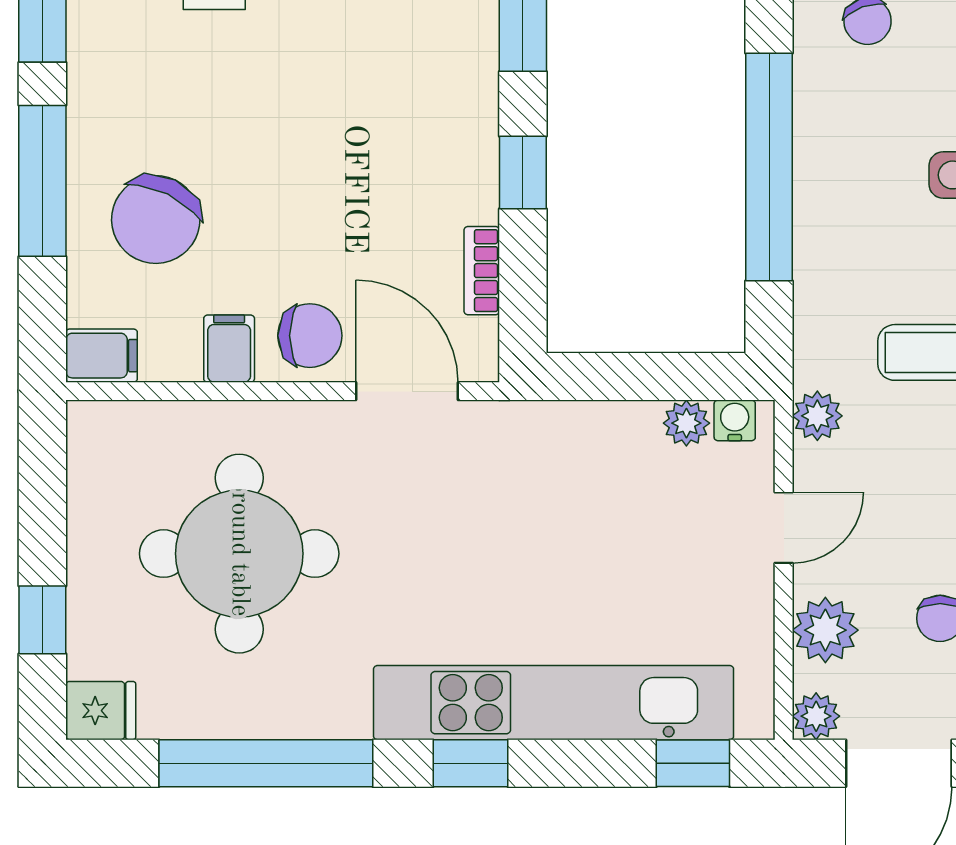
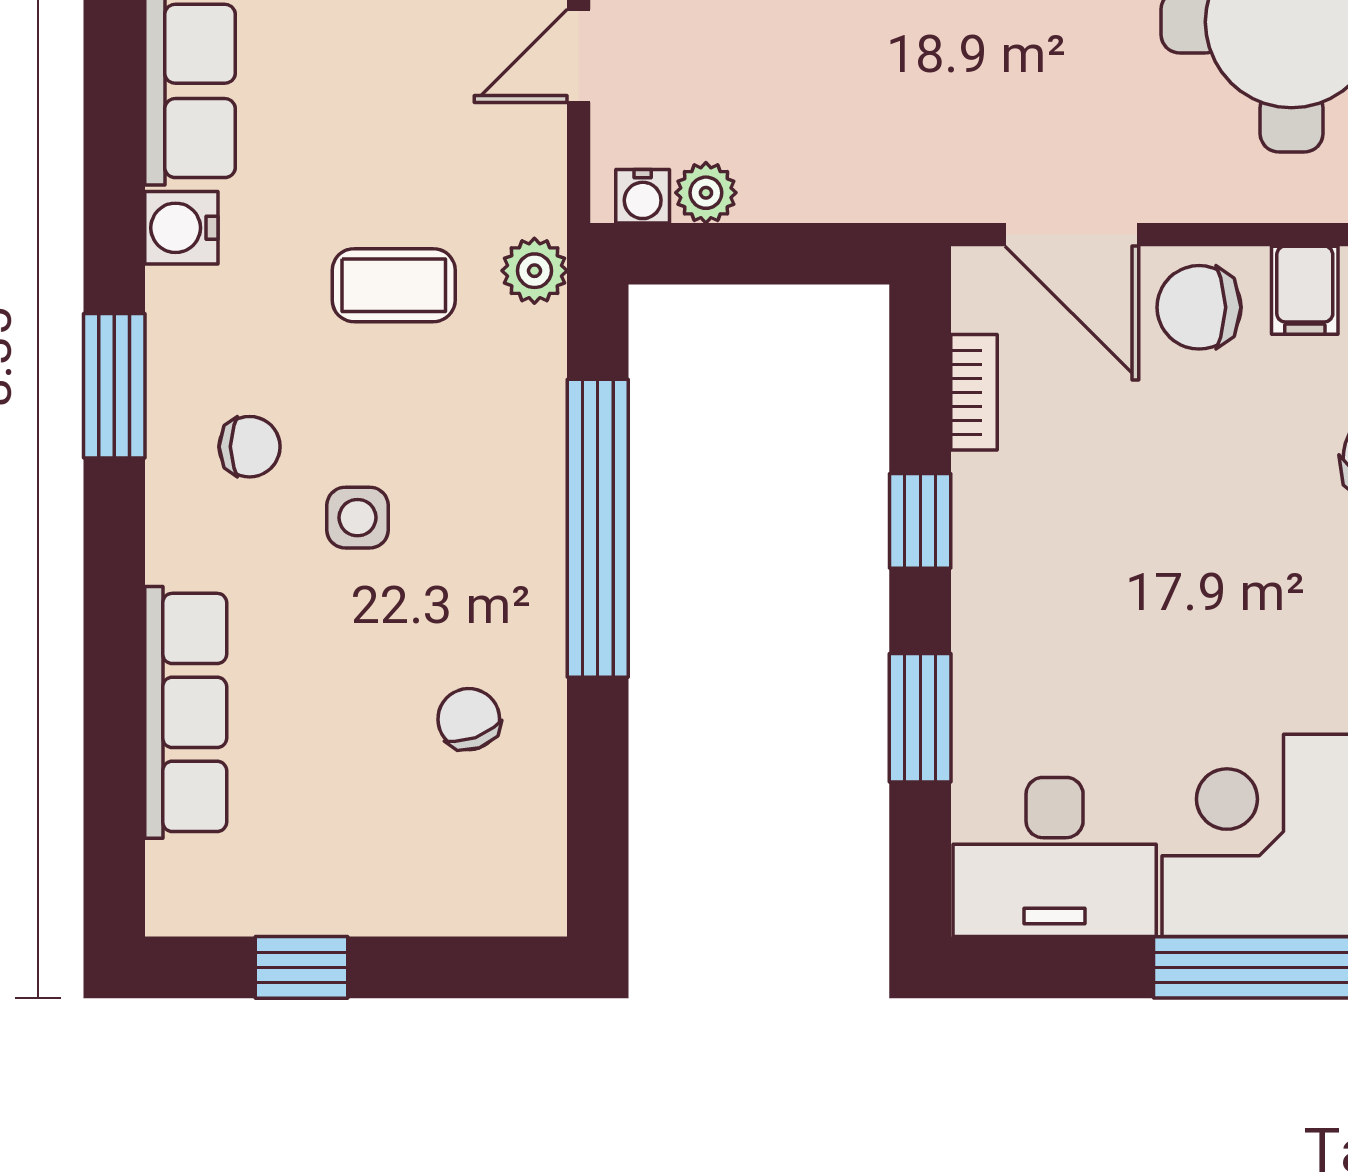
plant: (817, 416) -> (534, 271), moved

